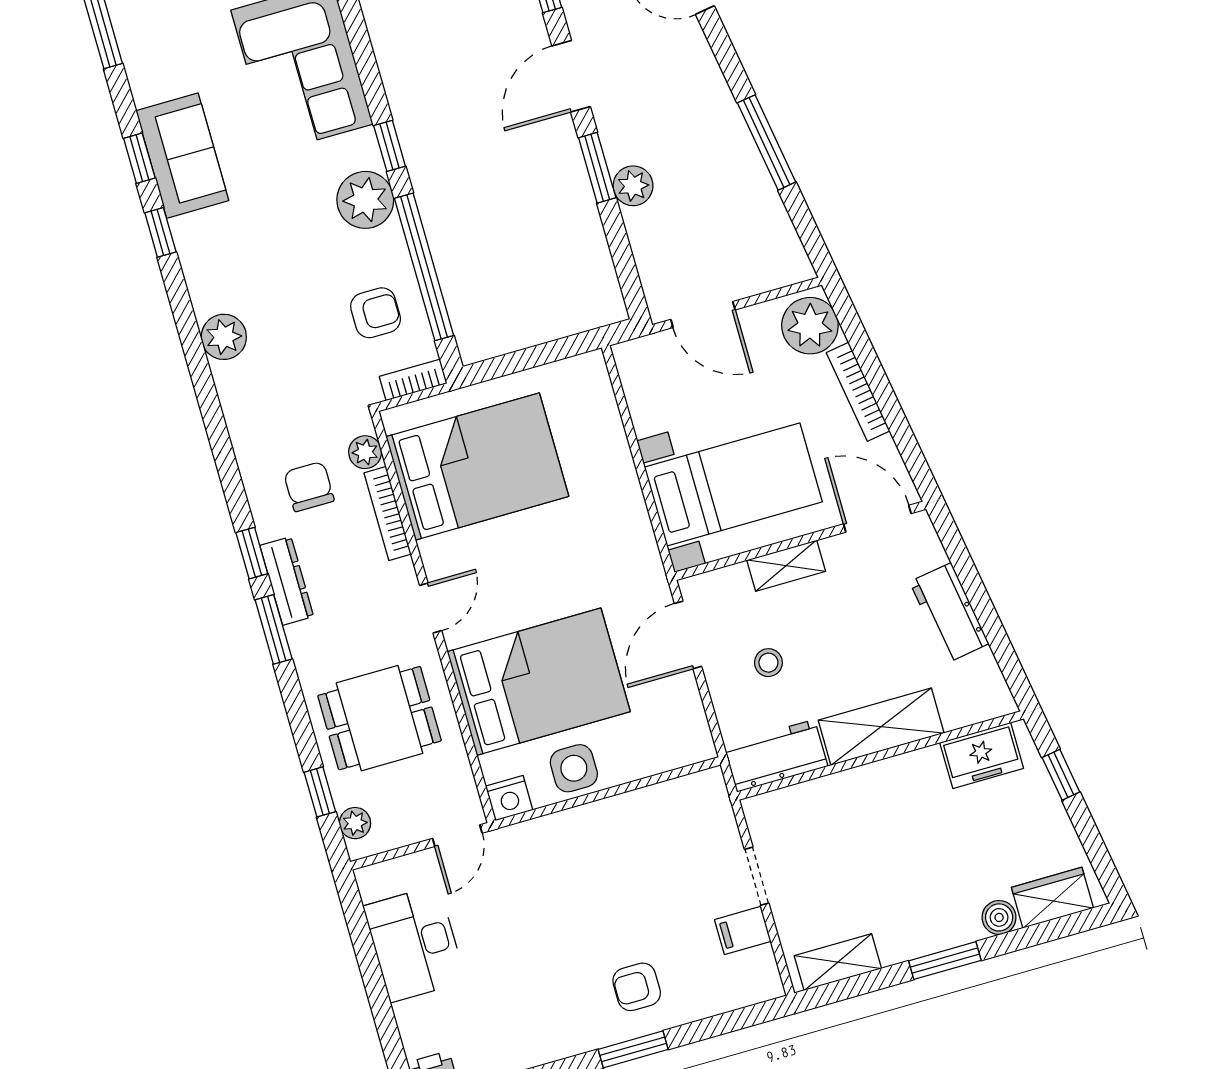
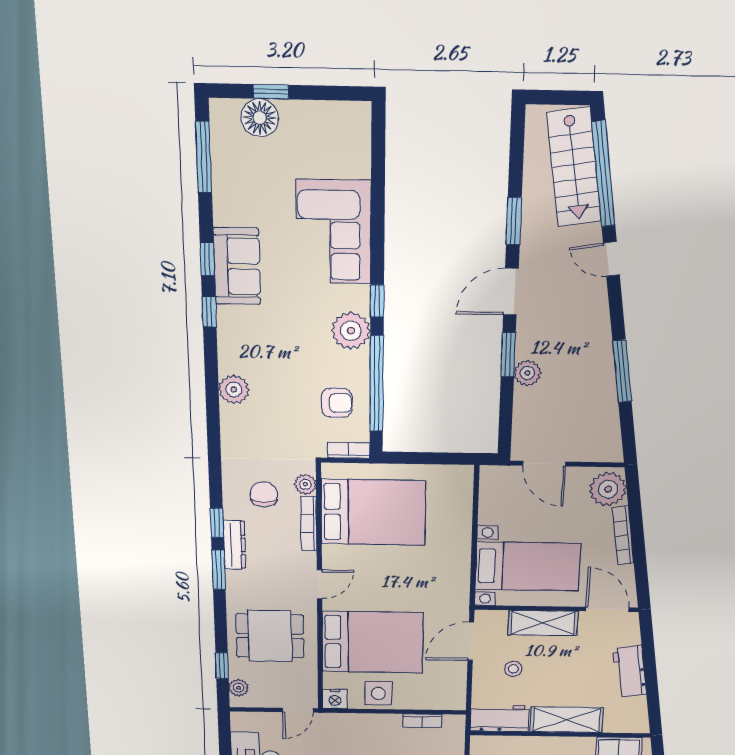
shelving: (786, 566) -> (543, 623), width x1.50, depth x1.33
bookcase: (656, 796) -> (422, 721), added

